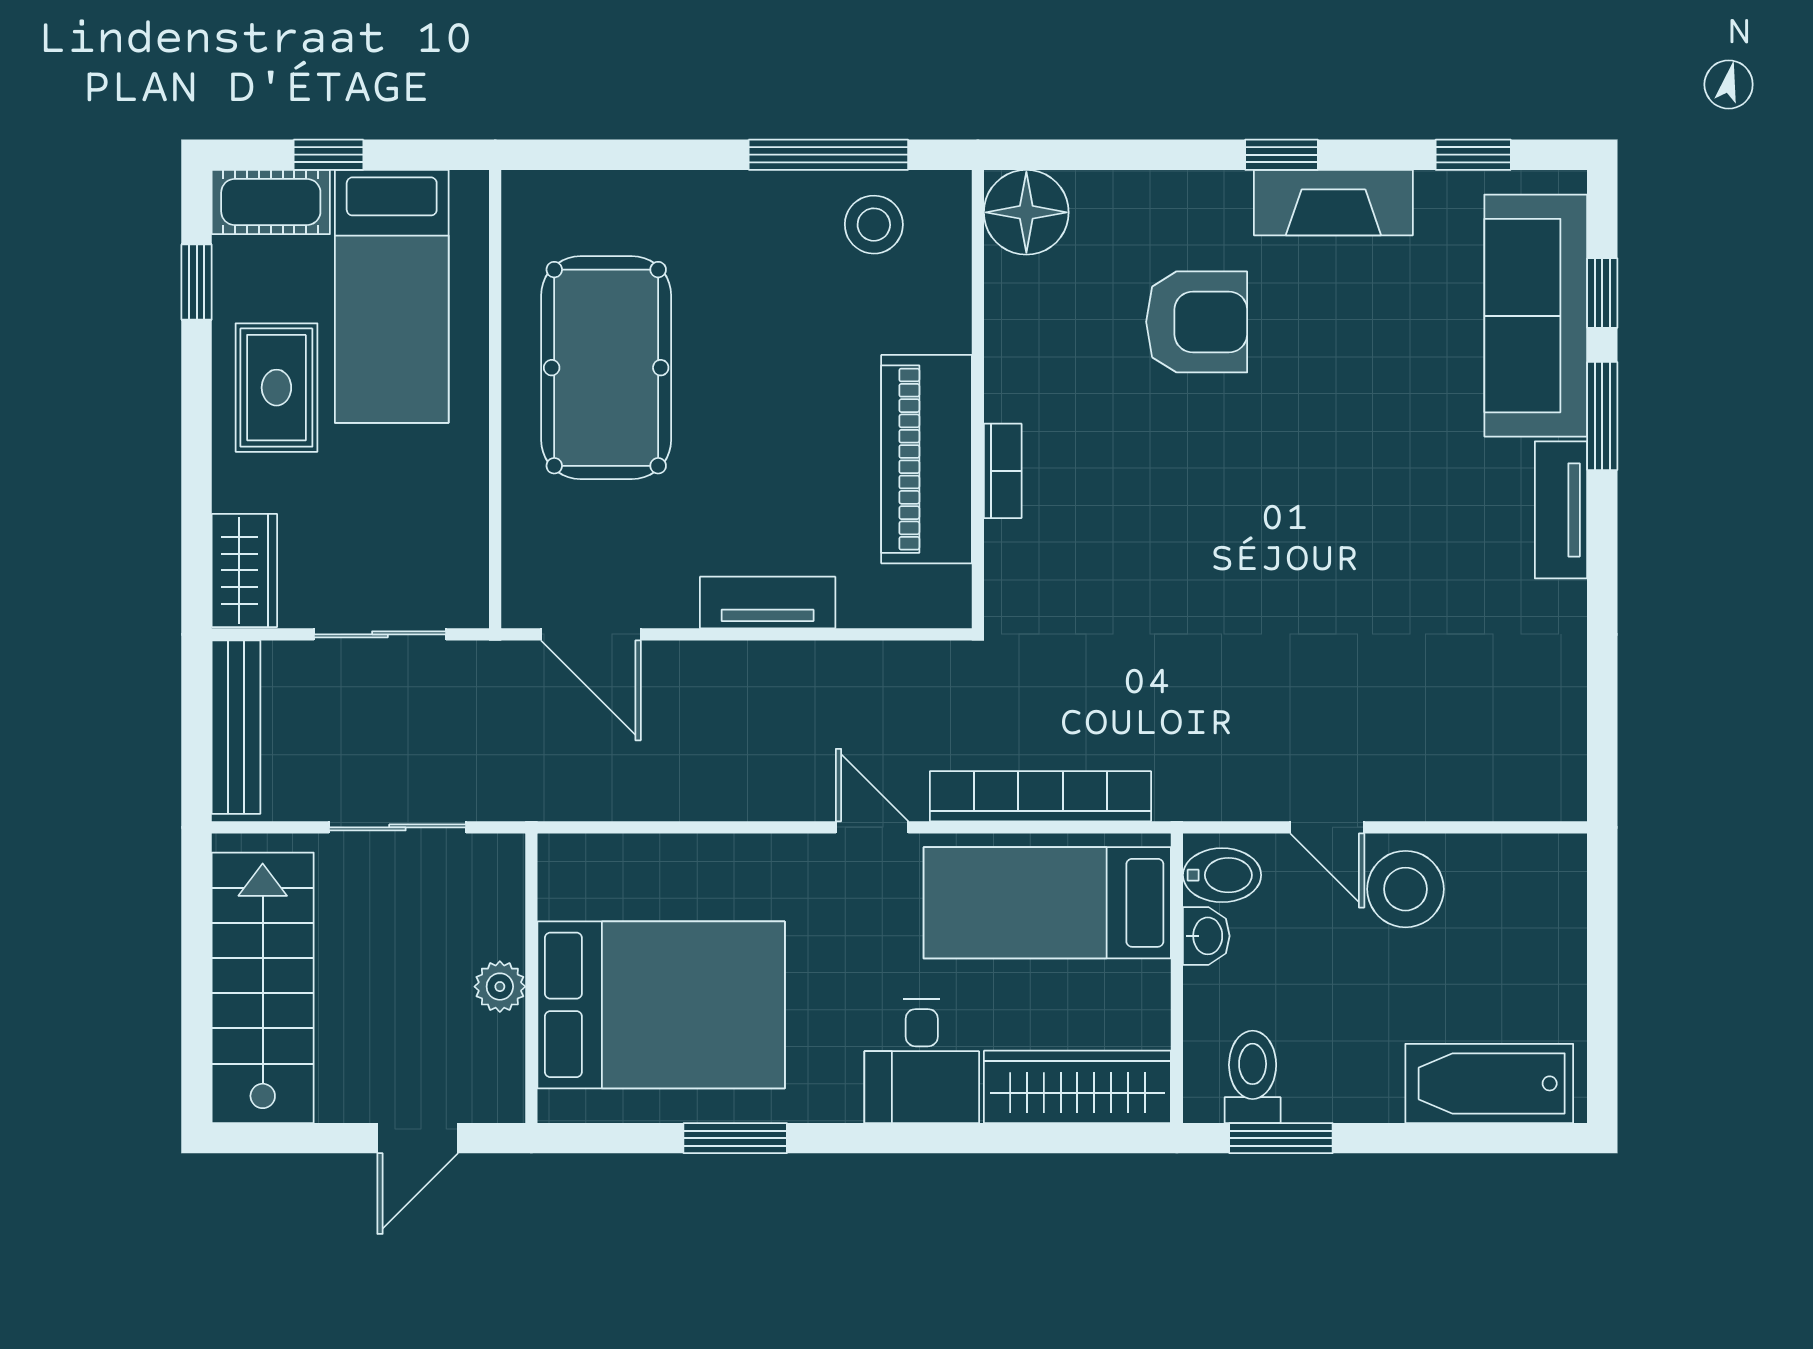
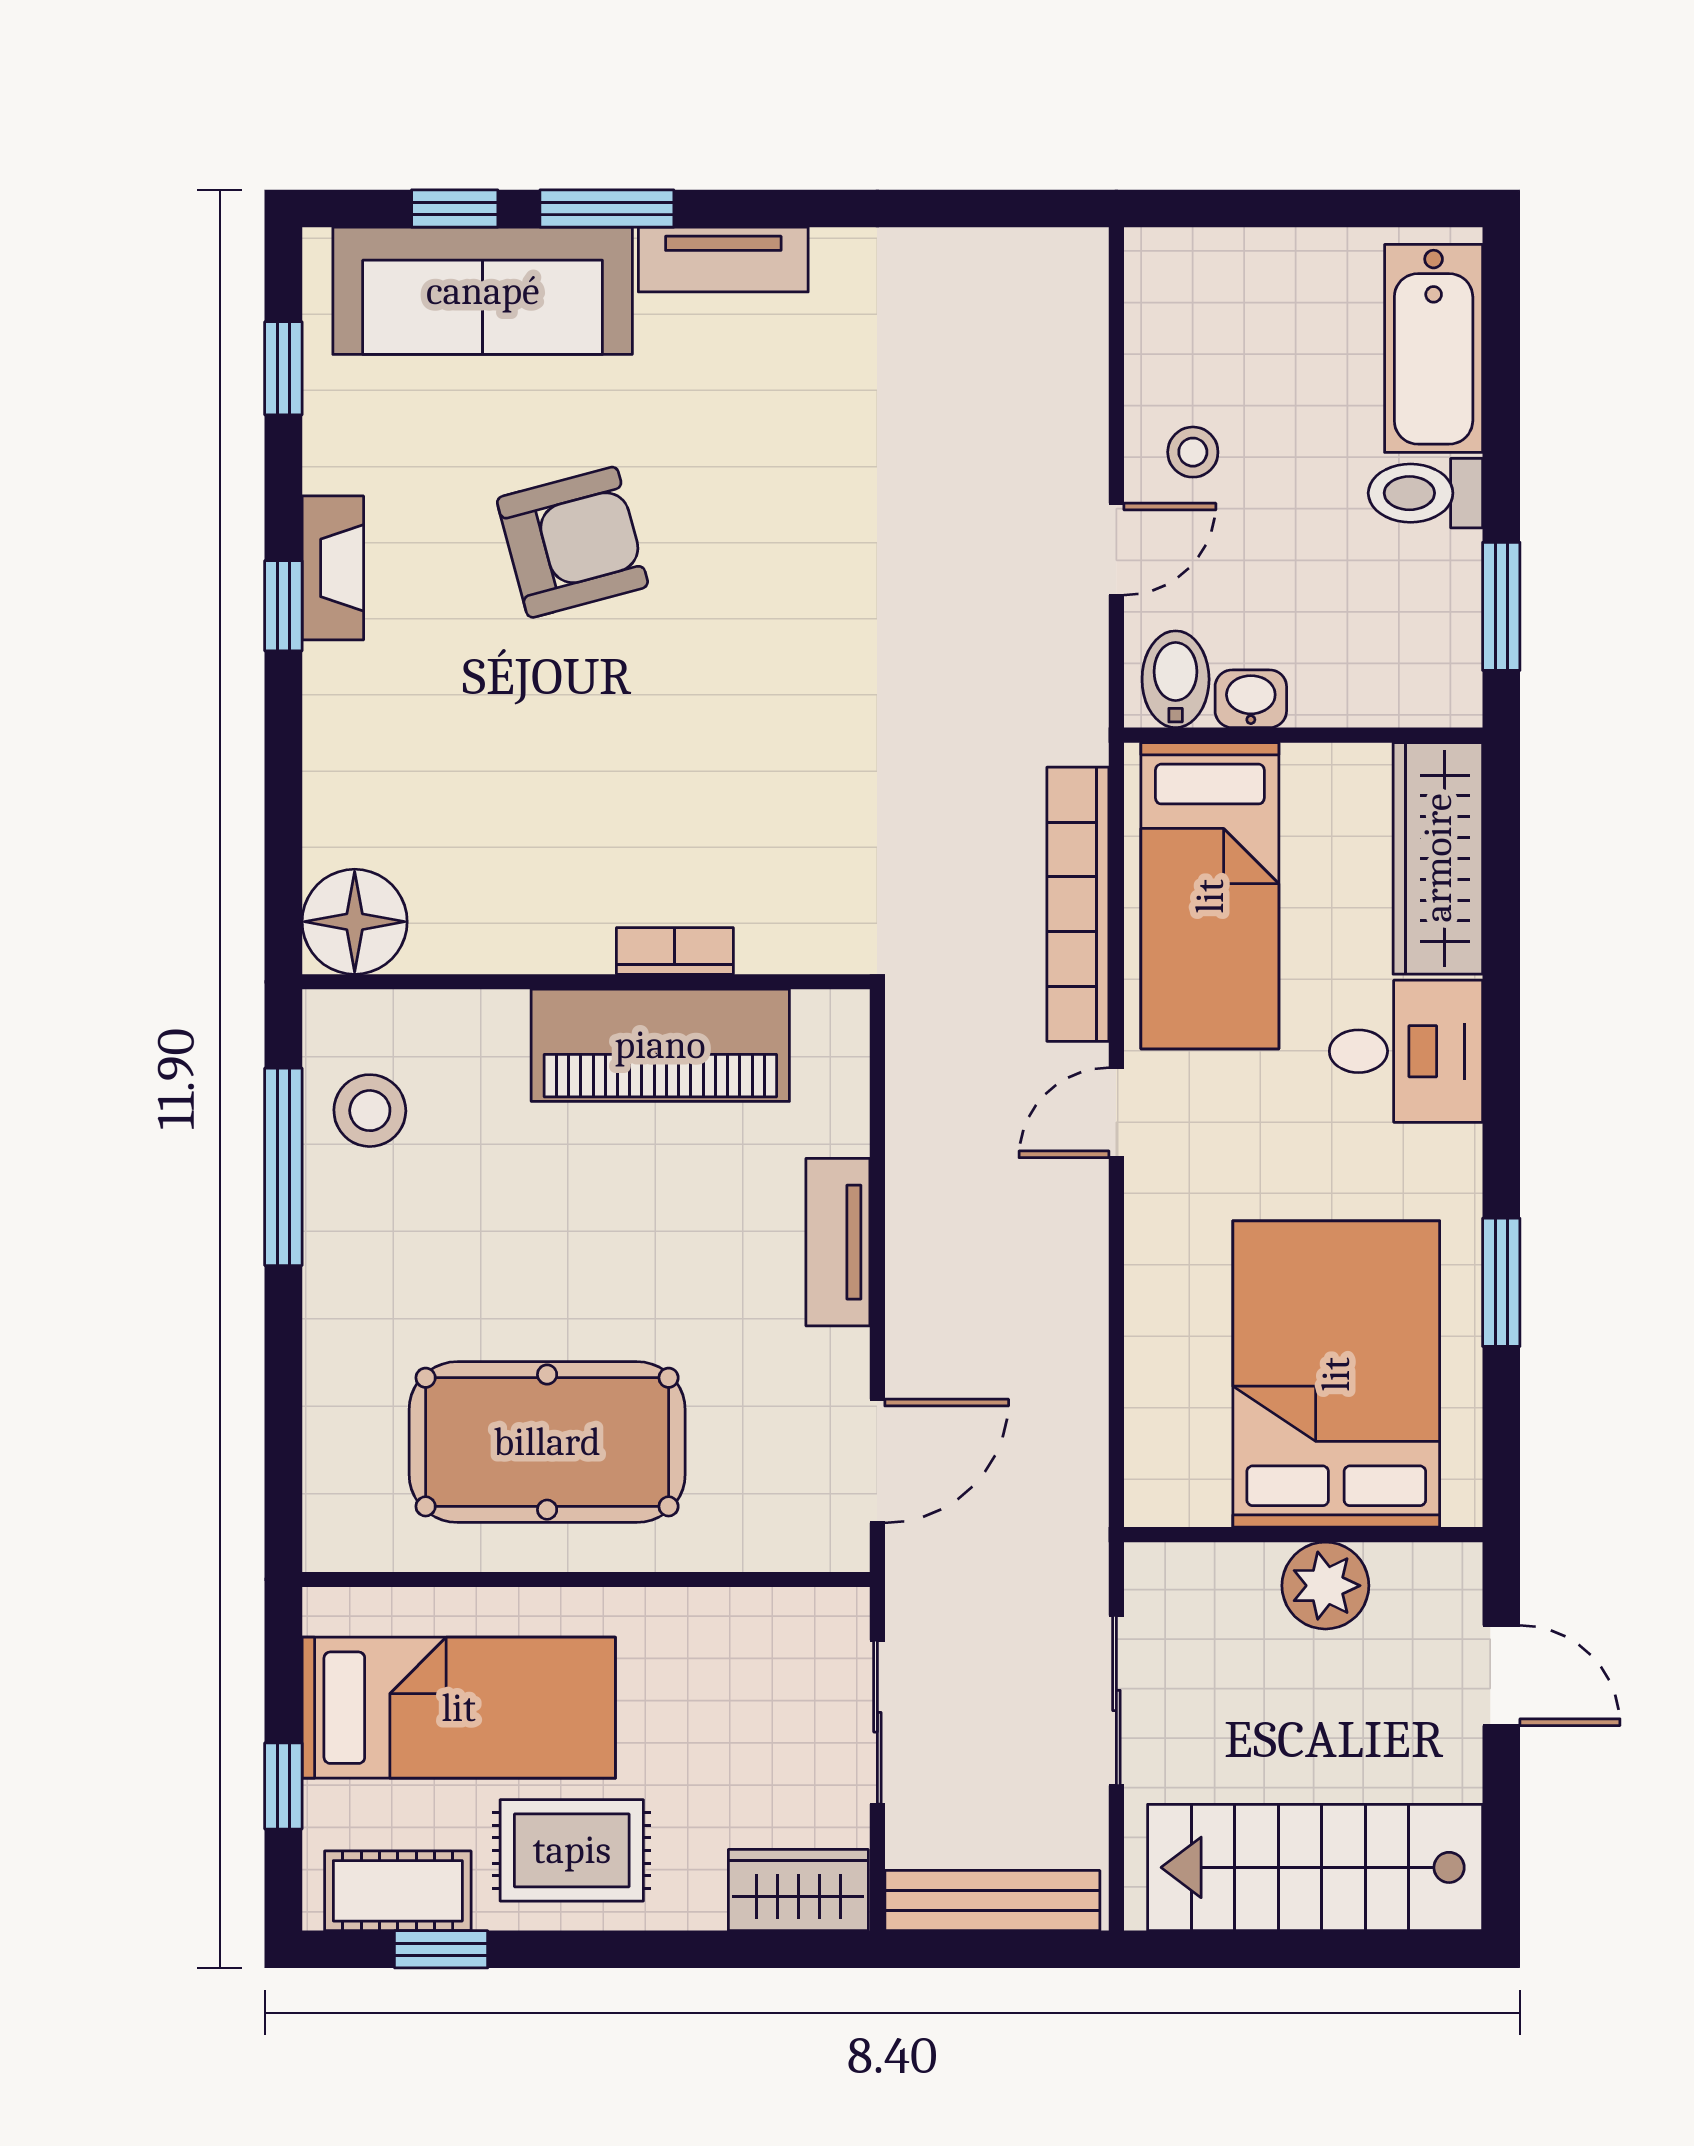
cot: (271, 202) -> (398, 1891), moved, turned 90
fireplace: (1333, 203) -> (333, 568), width x0.73, depth x0.76
armchair: (1197, 322) -> (572, 542), moved, turned 75
stool: (1406, 889) -> (1193, 452), width x0.53, depth x0.53
plant: (500, 987) -> (1325, 1586), width x1.38, depth x1.38
toilet: (1253, 1077) -> (1425, 493), moved

